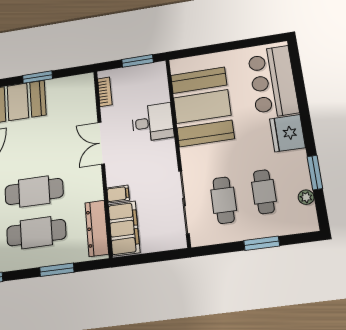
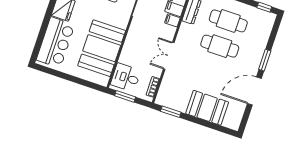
window: (38, 77) -> (171, 112), moved
desk: (153, 122) -> (126, 77), moved
double door: (101, 143) -> (169, 56), swing flipped

